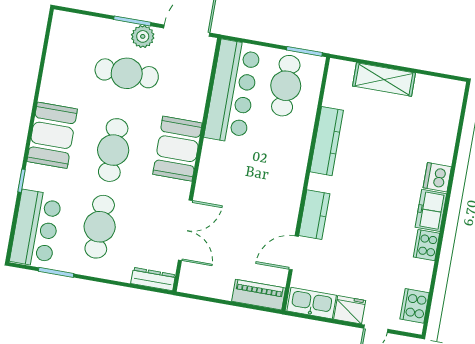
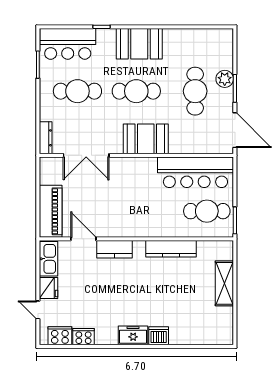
plant: (143, 36) -> (225, 79), moved
cooker: (426, 245) -> (83, 337), moved
piano: (259, 295) -> (51, 211), width x1.37, depth x1.33

